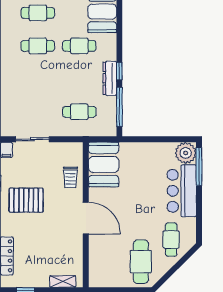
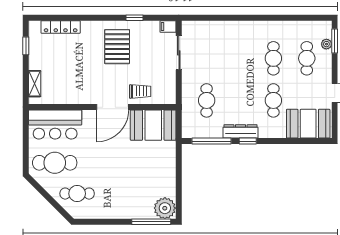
trolley: (70, 177) -> (140, 91), turned 180
bar counter: (182, 191) -> (55, 125), moved, turned 180
door: (86, 218) -> (113, 107), moved

